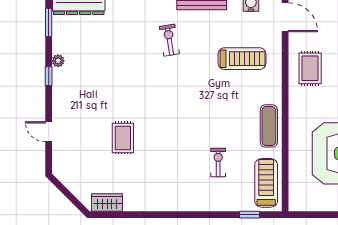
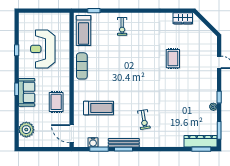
treadmill: (242, 59) -> (99, 108), turned 180
exercise bike: (218, 163) -> (122, 26), moved

